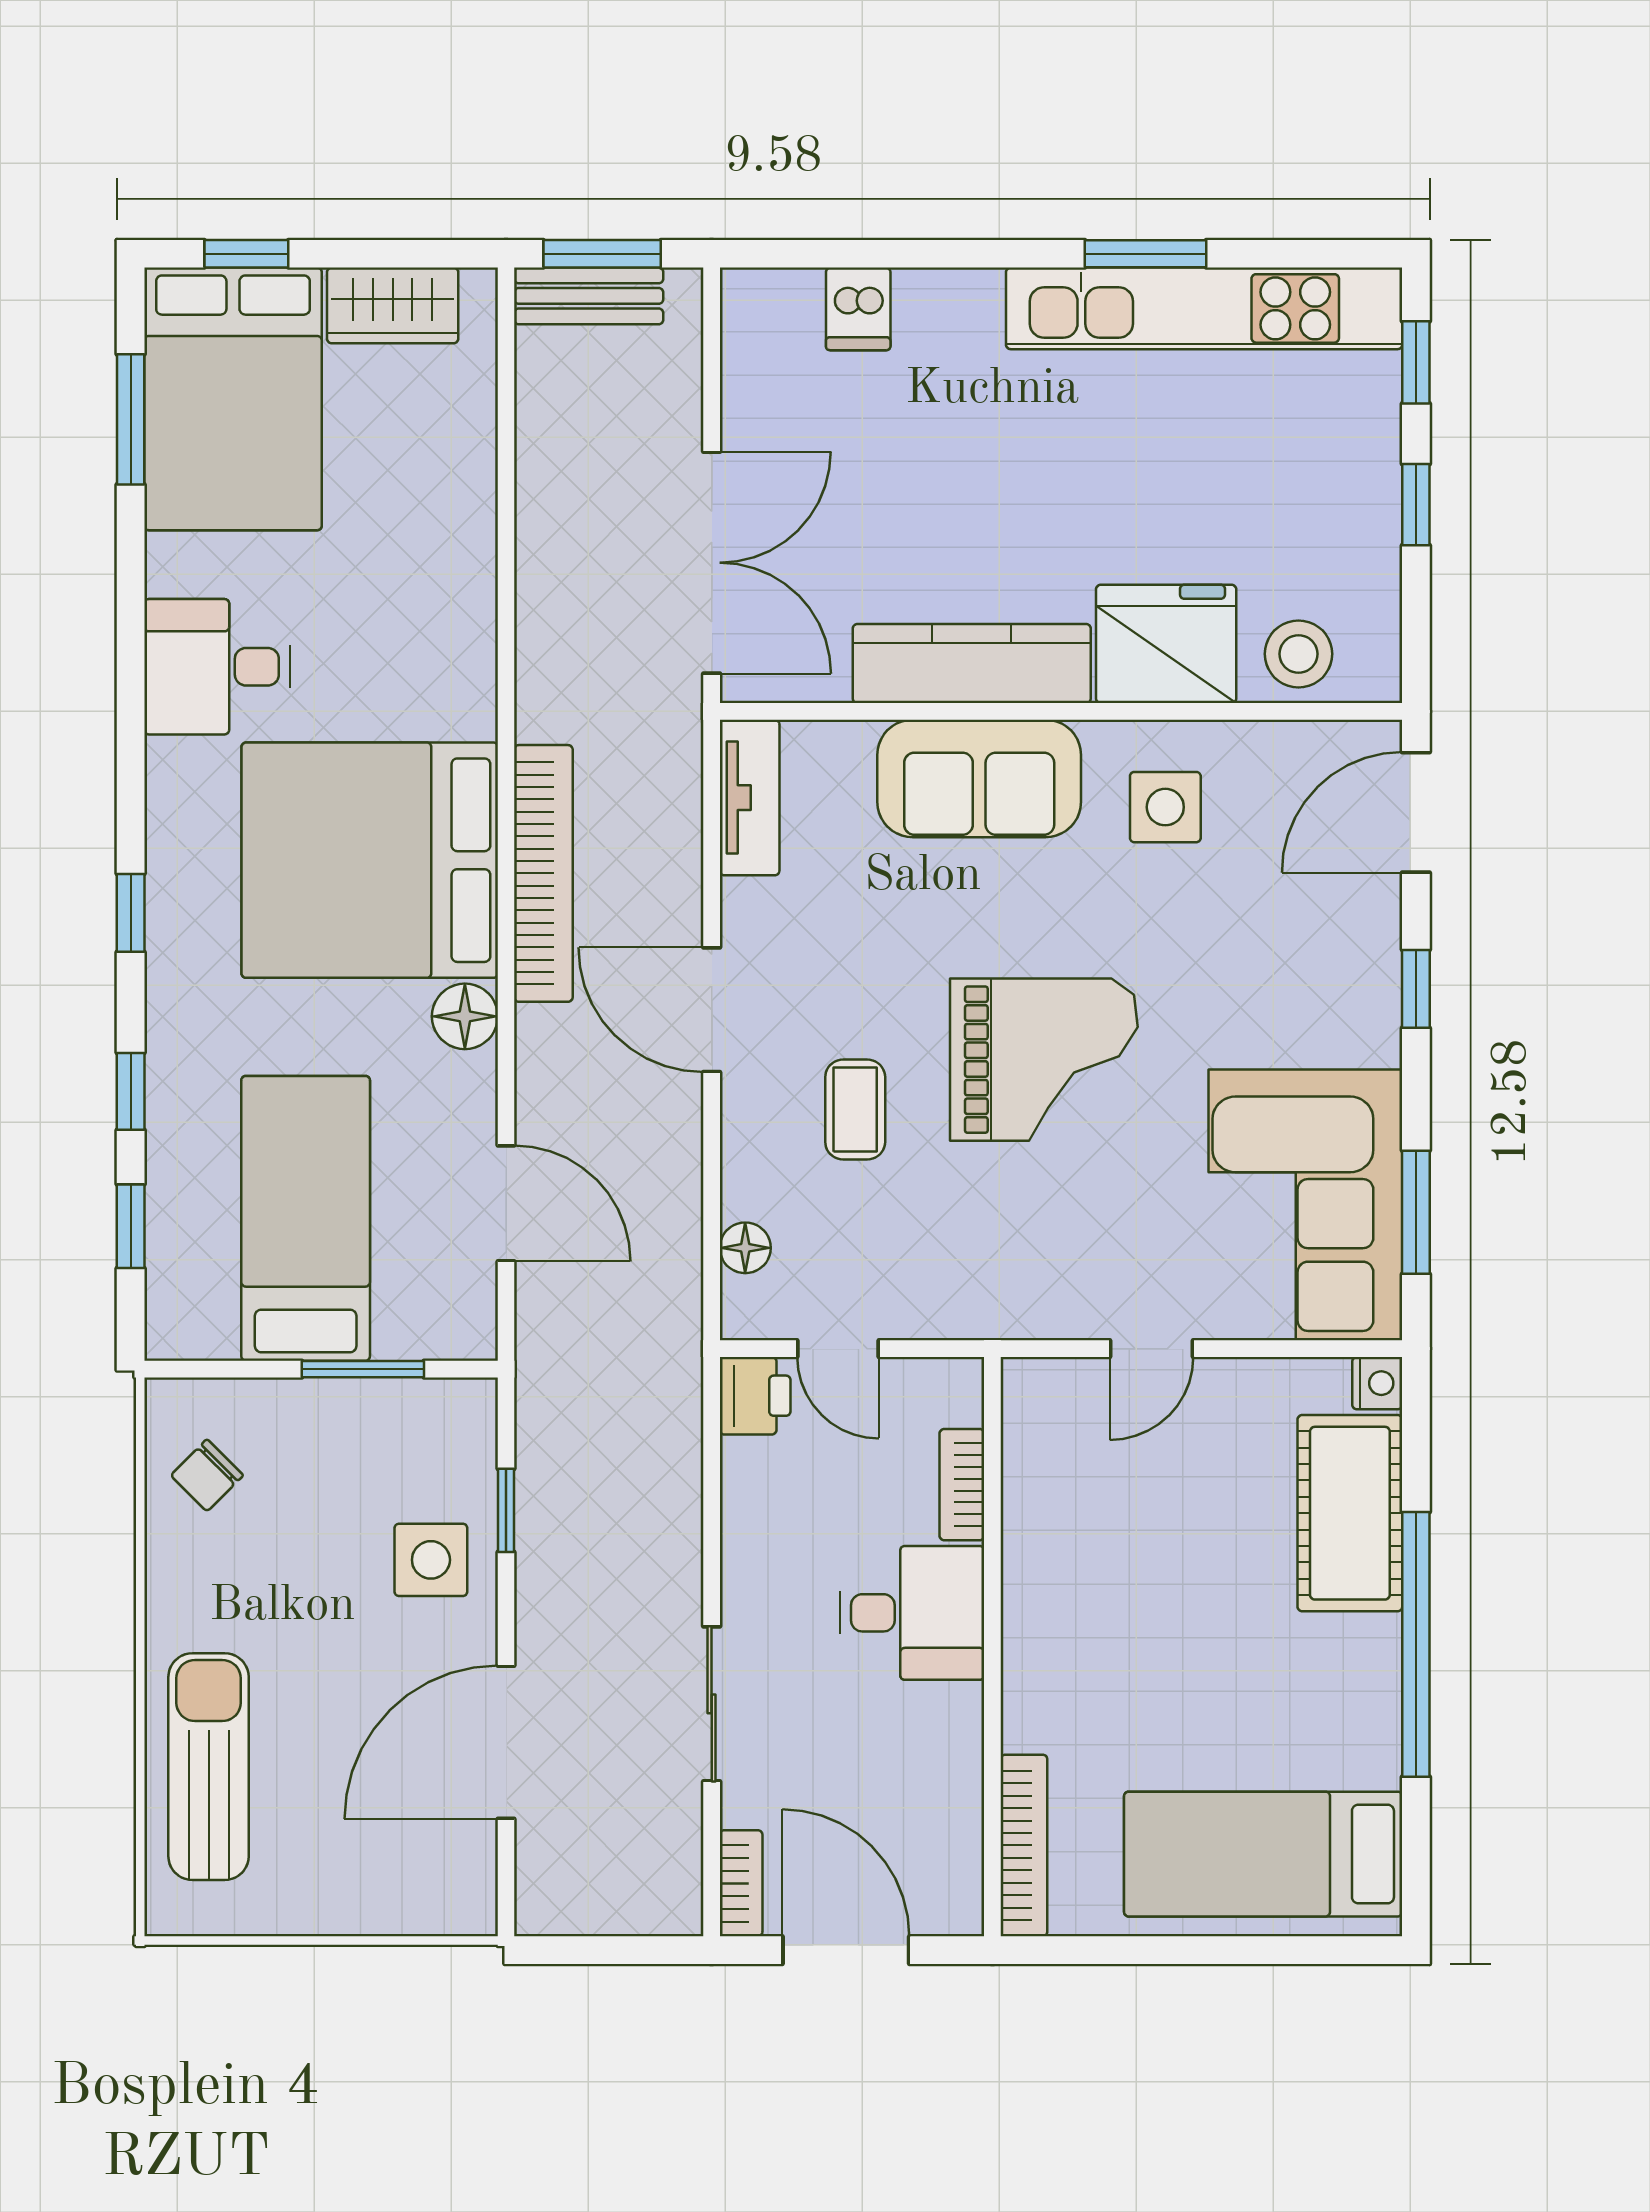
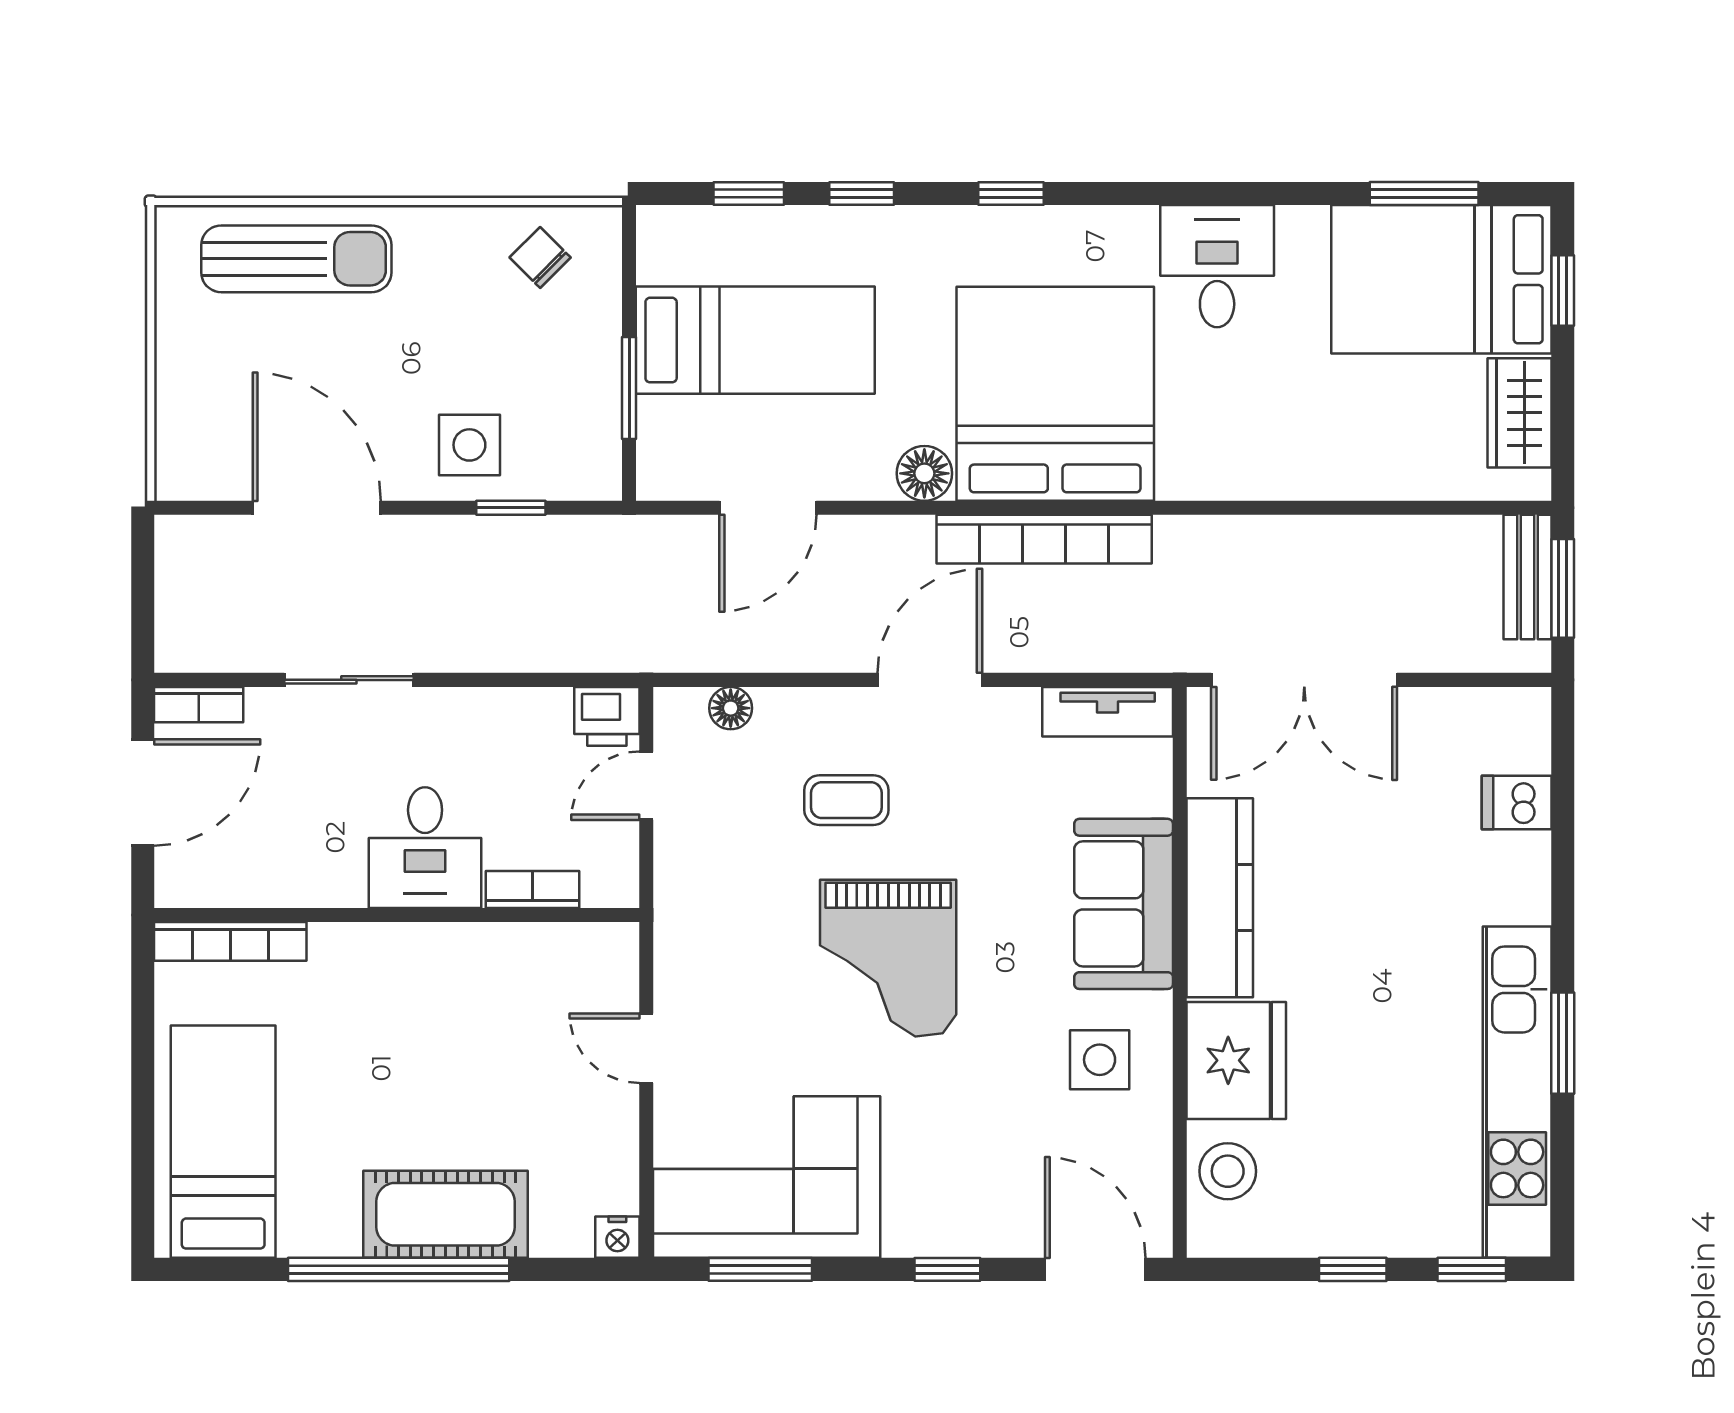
cot: (1350, 1513) -> (445, 1214), moved

